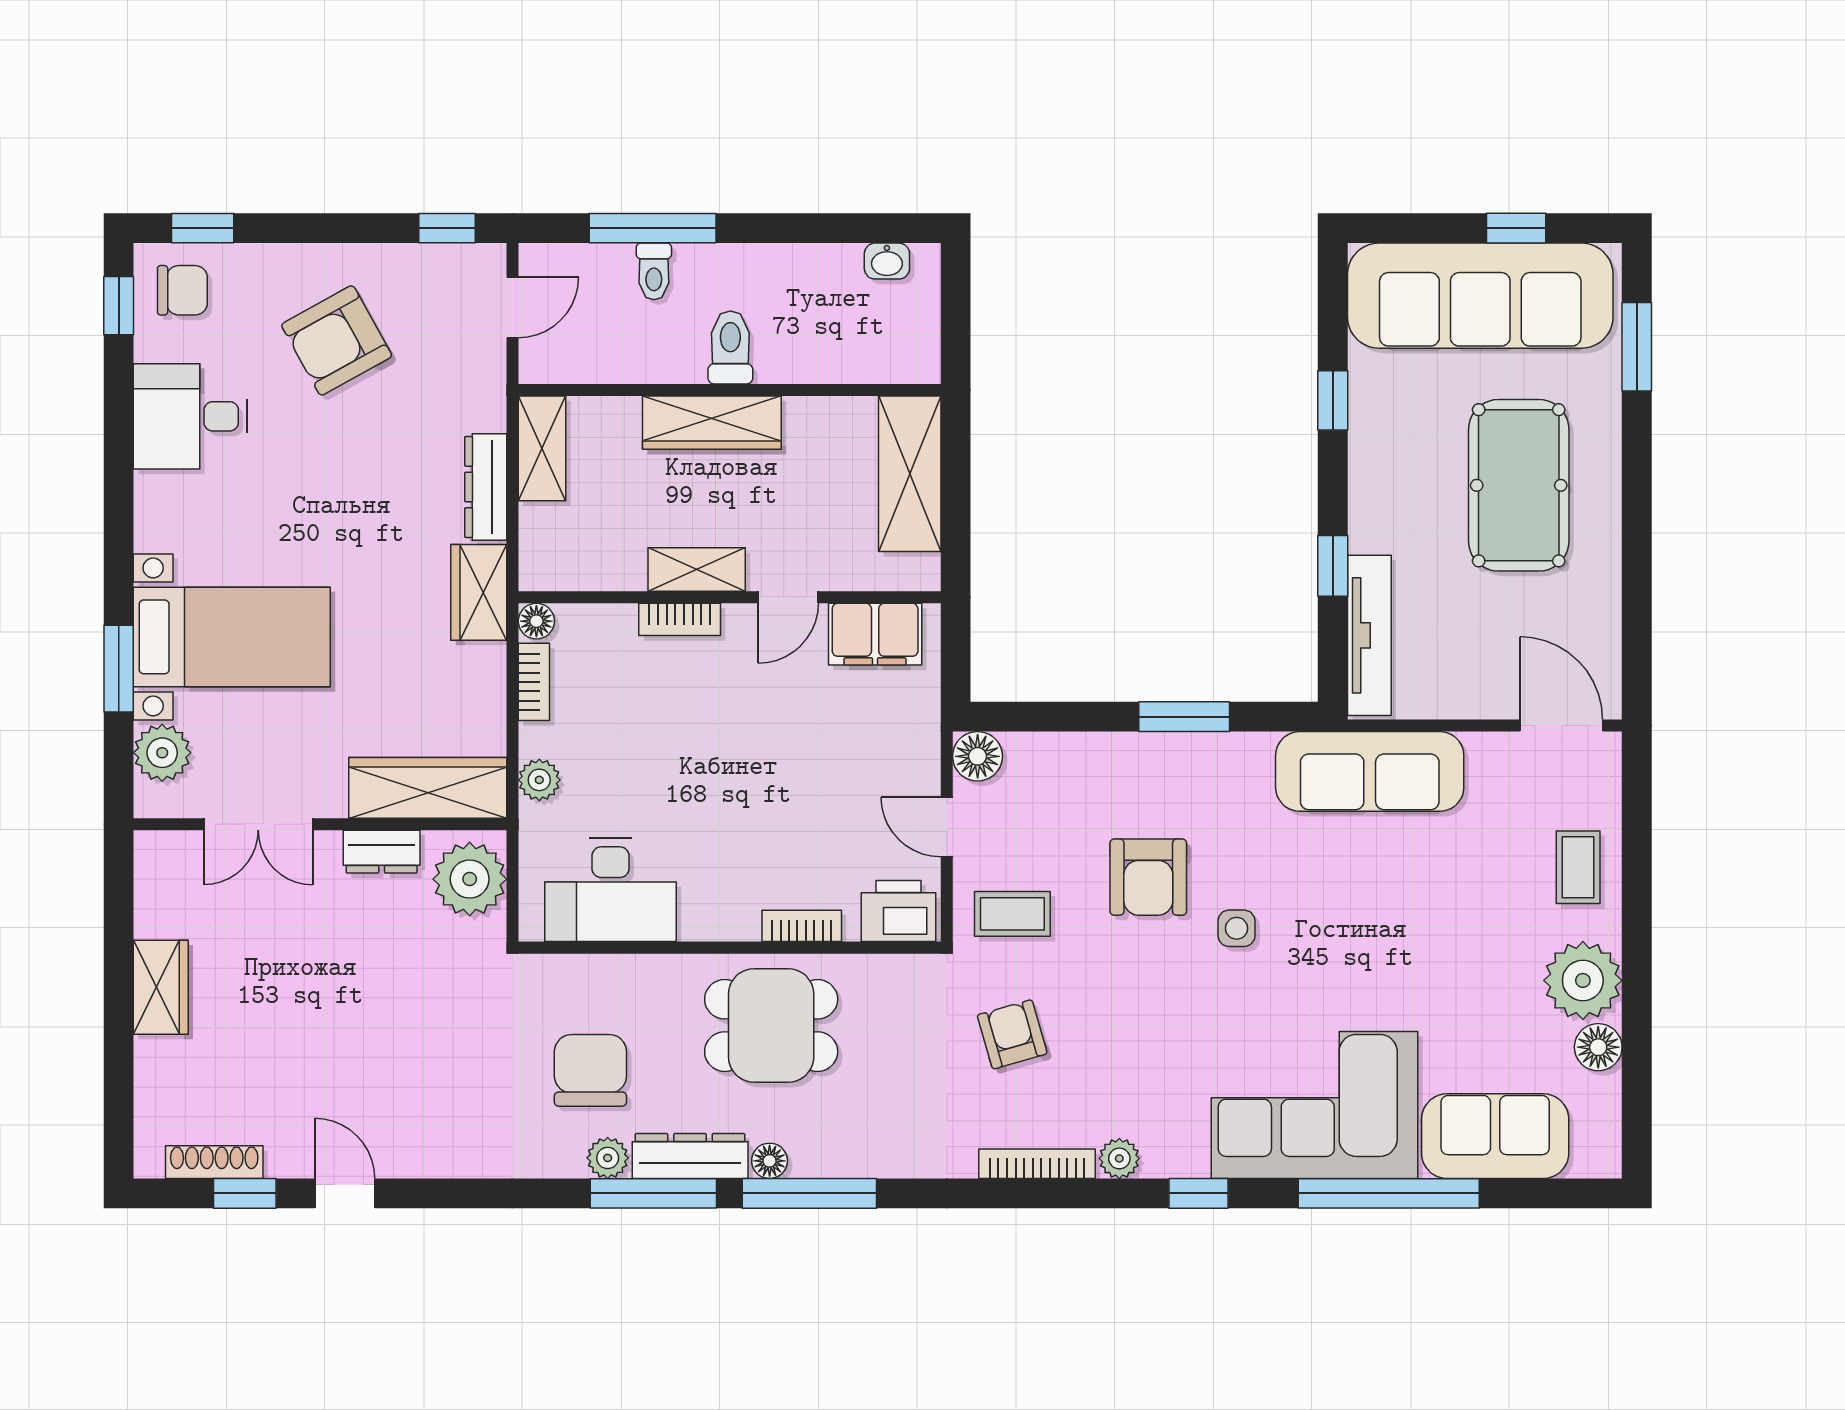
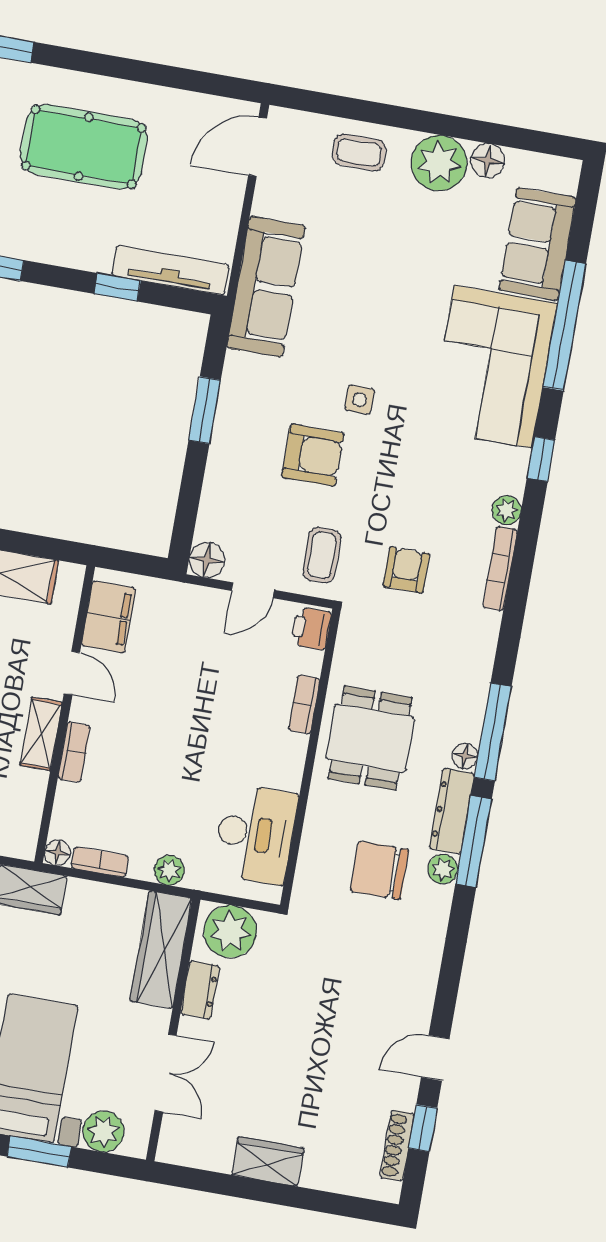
printer: (899, 911) -> (311, 628), width x0.73, depth x0.81
armchair: (1012, 1034) -> (406, 570), turned 106

